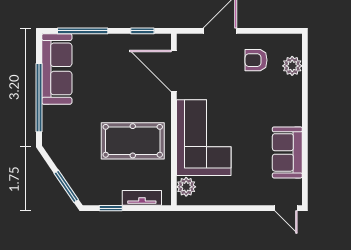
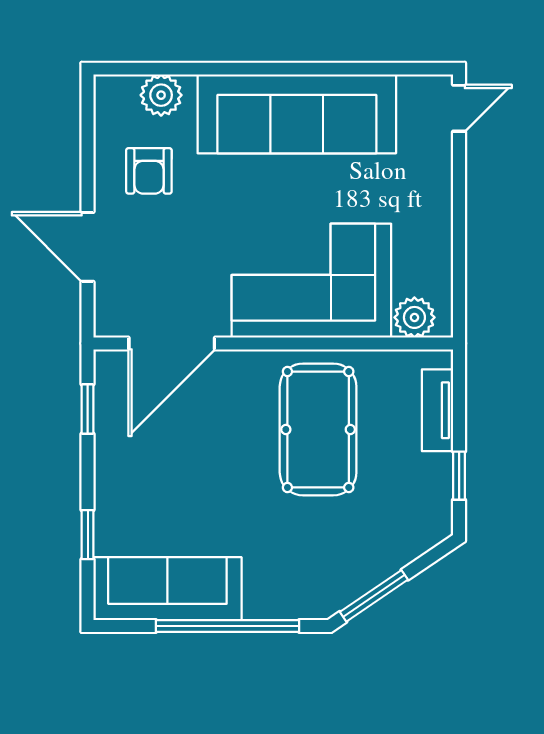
window: (83, 31) -> (88, 535), width x0.46
sofa: (287, 152) -> (297, 114), width x1.85, depth x1.27
window: (66, 186) -> (374, 596), moved

